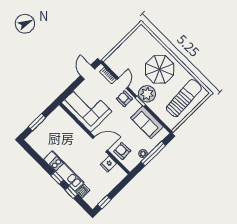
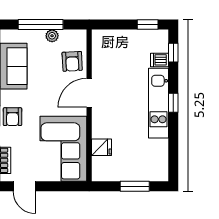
door: (88, 72) -> (24, 186), hinge flipped
door: (100, 144) -> (89, 93), hinge flipped
fridge: (108, 164) -> (102, 147), moved
window: (71, 192) -> (173, 53), moved

